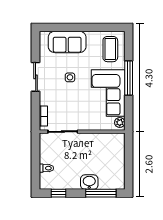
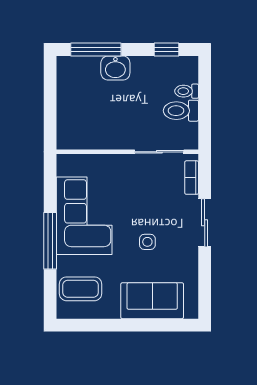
coffee table: (110, 49) -> (80, 289), turned 90
sliding door: (36, 77) -> (205, 223), moved
plant: (120, 122) -> (65, 167), removed
toilet: (50, 156) -> (181, 111), added

